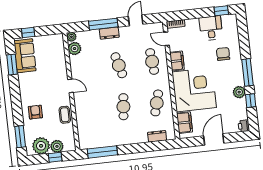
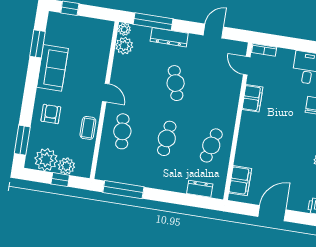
window: (103, 24) -> (153, 21), moved
dresser: (109, 33) -> (169, 37), width x1.44
sofa: (25, 56) -> (52, 68), moved
cafe table: (152, 62) -> (122, 131), moved
corner desk: (194, 90) -> (264, 142), removed

